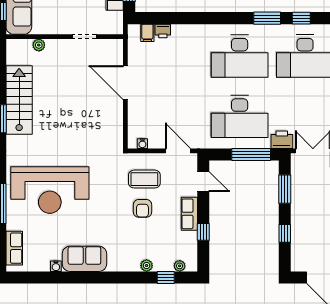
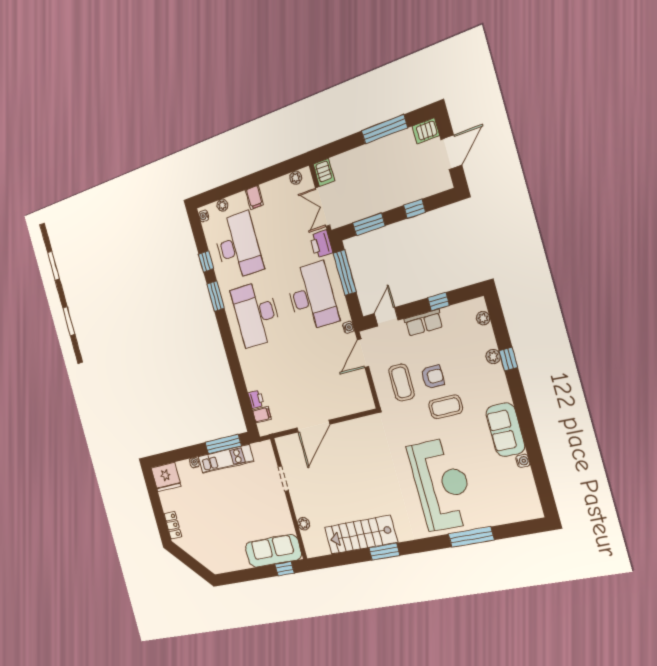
desk: (240, 56) -> (256, 314), turned 180
water cooler: (142, 144) -> (348, 327), moved
coffee table: (115, 213) -> (446, 407), added
row of seats: (14, 248) -> (516, 513), removed
window: (166, 278) -> (508, 359), moved

